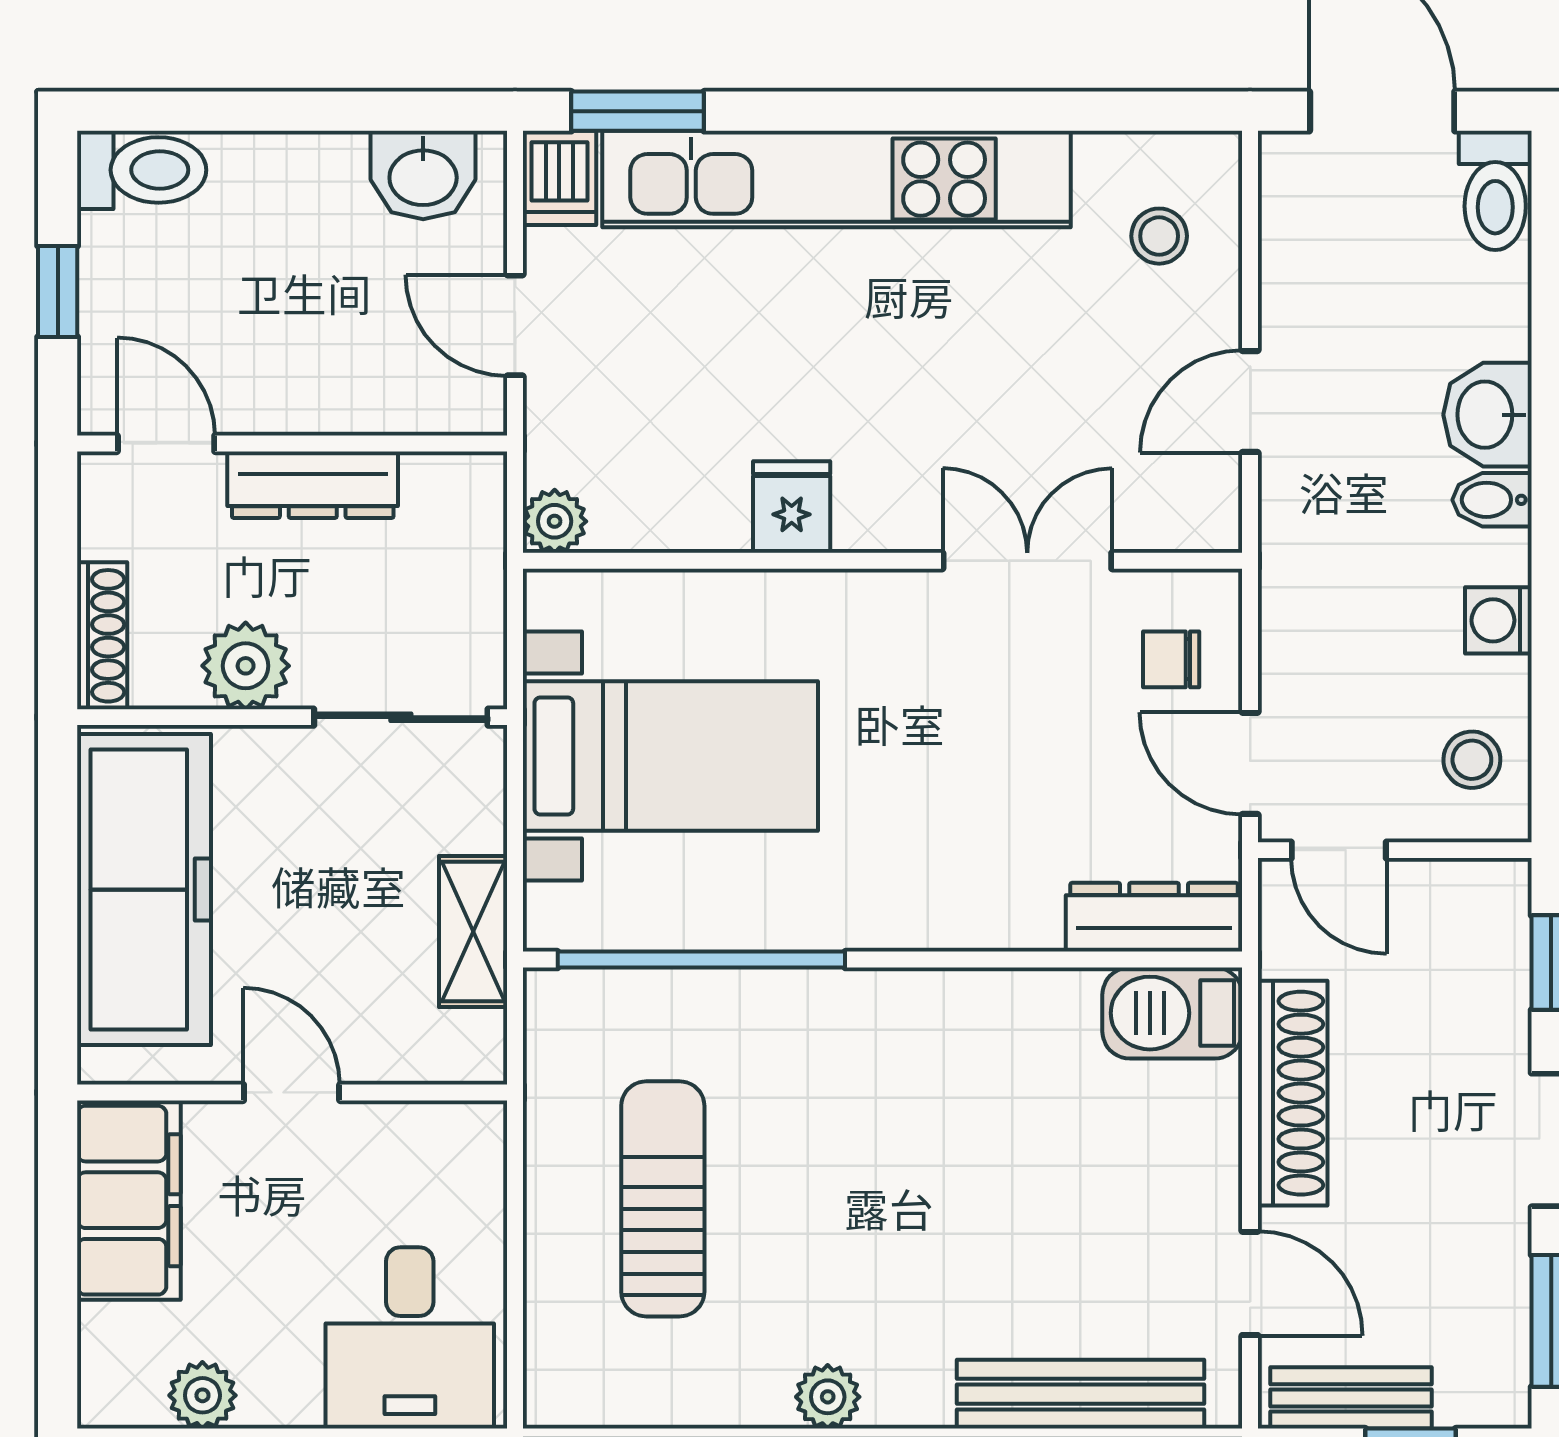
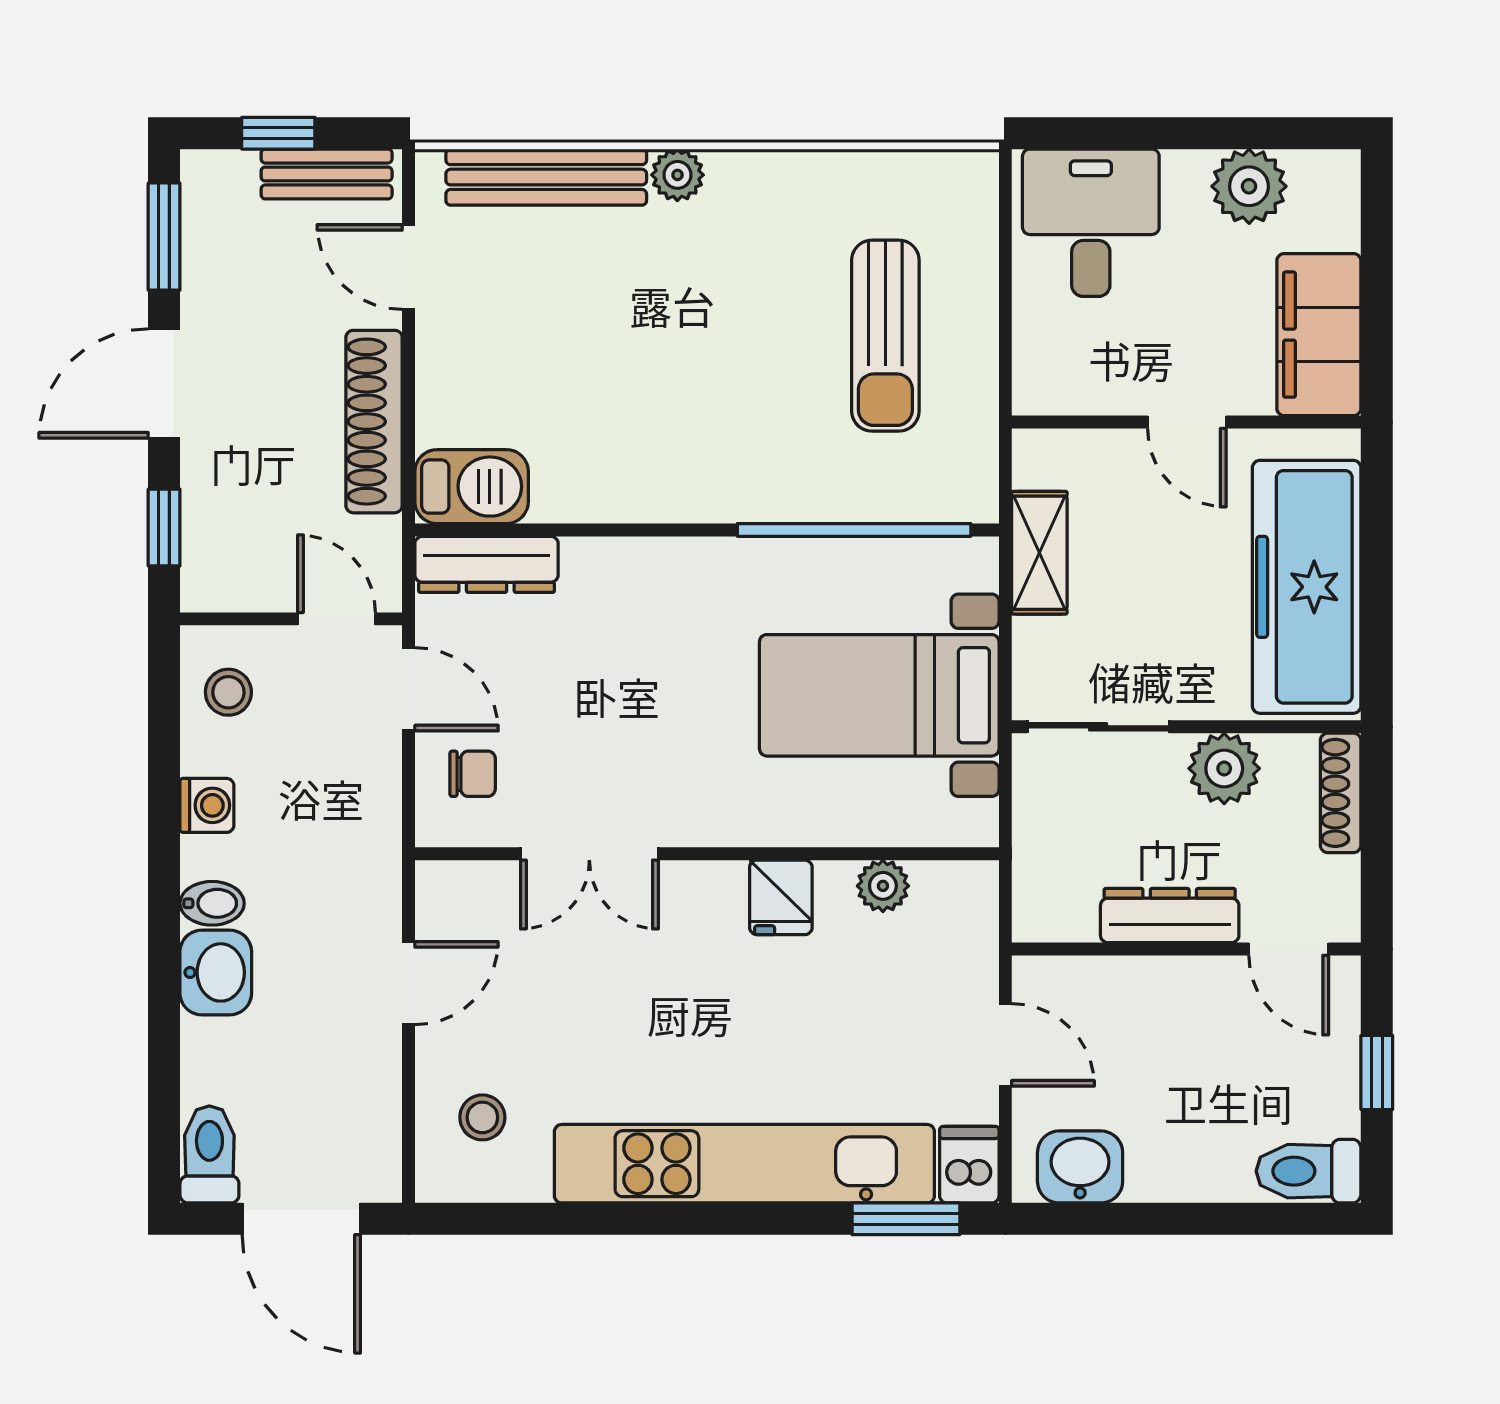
plant: (555, 521) -> (883, 886), moved
plant: (202, 1395) -> (1249, 186), width x1.38, depth x1.38
plant: (828, 1397) -> (677, 175), moved

